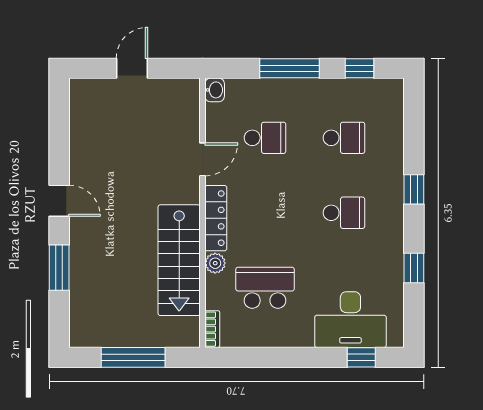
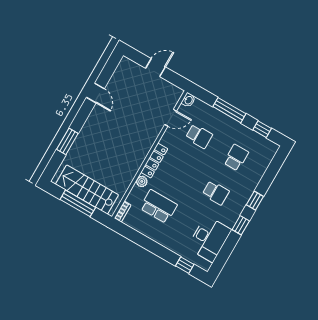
school desk: (344, 138) -> (236, 158), turned -90
door: (202, 159) -> (171, 118), moved
door: (59, 201) -> (95, 93), moved
stairs: (179, 260) -> (87, 190), moved, turned 90
window: (414, 268) -> (241, 225), moved
desk: (350, 320) -> (209, 239), moved, turned -90

